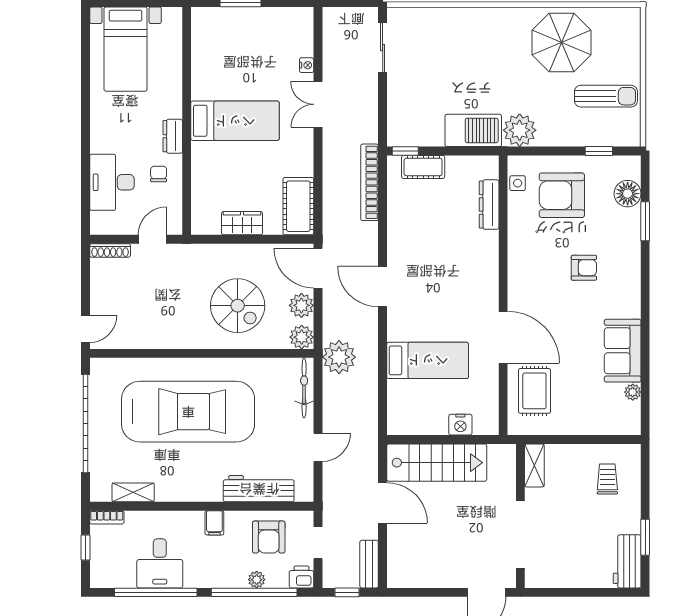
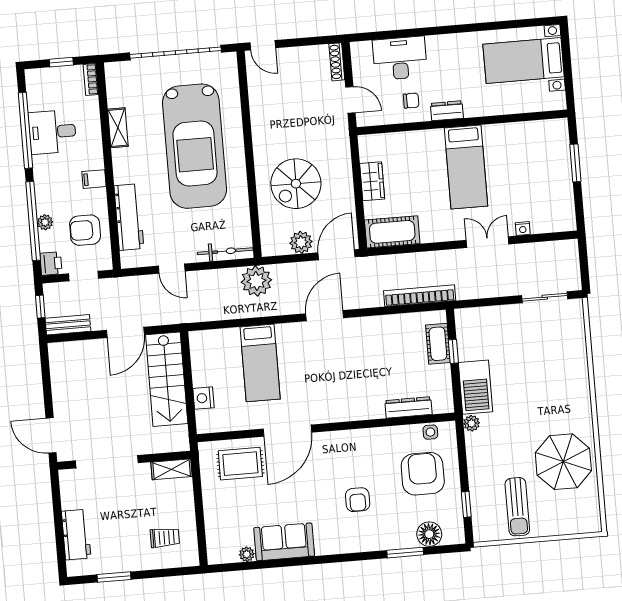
plant: (520, 130) -> (472, 423), width x0.53, depth x0.53
window: (405, 151) -> (453, 351), moved
plant: (302, 337) -> (272, 245), removed
shelving: (133, 492) -> (118, 128), moved
workbench: (627, 561) -> (76, 535), moved, turned 90

